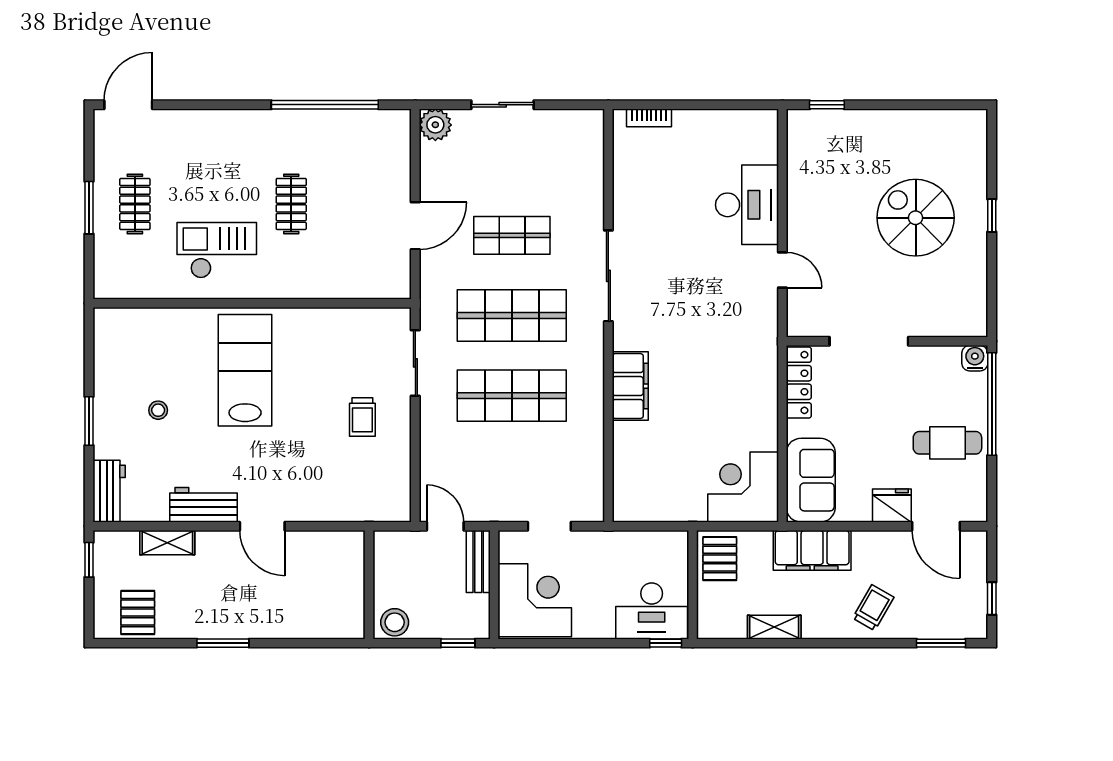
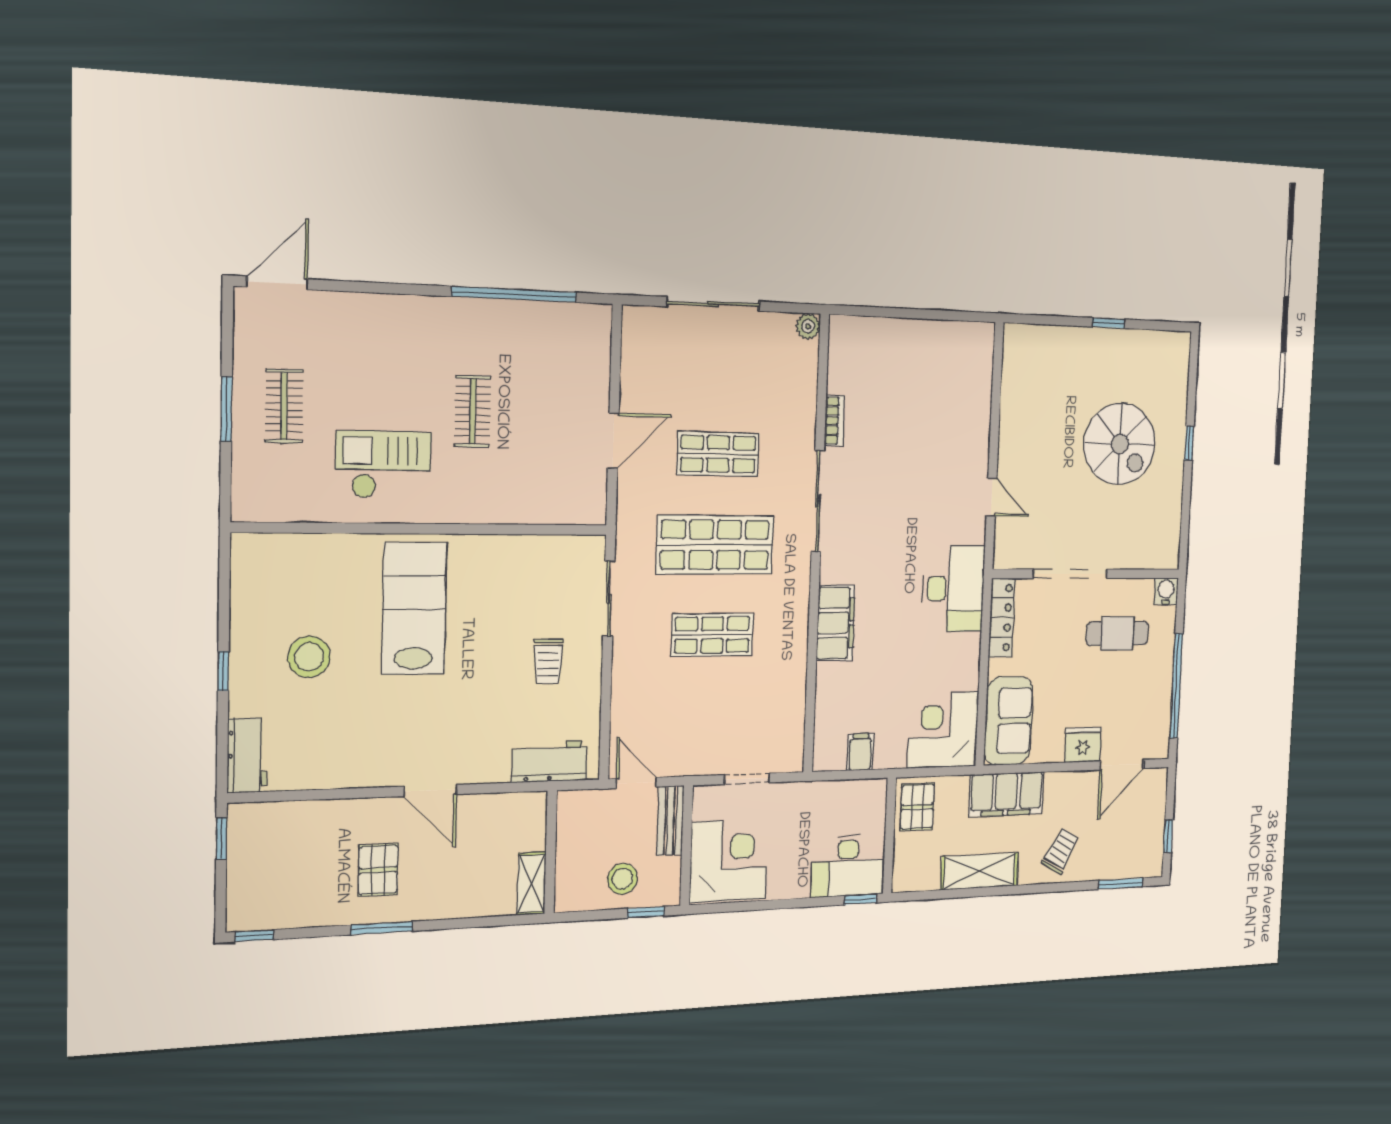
sliding door: (503, 105) -> (713, 304), width x1.37
window: (827, 105) -> (1109, 323), moved
bookcase: (649, 118) -> (834, 421), moved, turned -90
plant: (435, 125) -> (808, 326), moved, width x0.73, depth x0.73
desk: (747, 205) -> (953, 588), moved
spiral stairs: (916, 218) -> (1120, 444), turned 180
shop shelf: (512, 396) -> (712, 635), width x0.70, depth x0.74
window: (992, 404) -> (1176, 686), moved
stool: (158, 410) -> (309, 657), width x1.89, depth x1.89
window: (89, 421) -> (223, 671), width x0.67
cafe table: (947, 443) -> (1117, 633), moved
workbench: (204, 505) -> (549, 762), moved
filing cabinet: (660, 505) -> (860, 752), added
door: (936, 526) -> (1122, 765), hinge flipped
shelving: (167, 543) -> (532, 884), moved, turned 90
pallet: (138, 613) -> (378, 870), moved
stool: (395, 622) -> (622, 879), moved
shelving: (774, 627) -> (980, 871), width x1.50, depth x1.33
window: (117, 643) -> (254, 936), added

